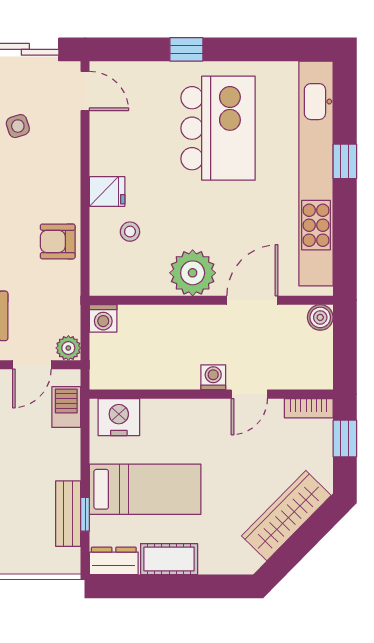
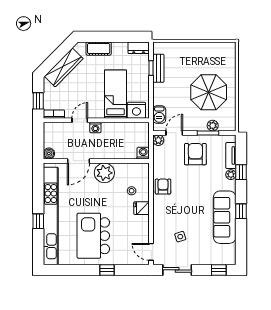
armchair: (58, 241) -> (163, 187), turned -90
bed: (145, 489) -> (116, 94), moved, turned 90
cot: (169, 559) -> (99, 49), moved

